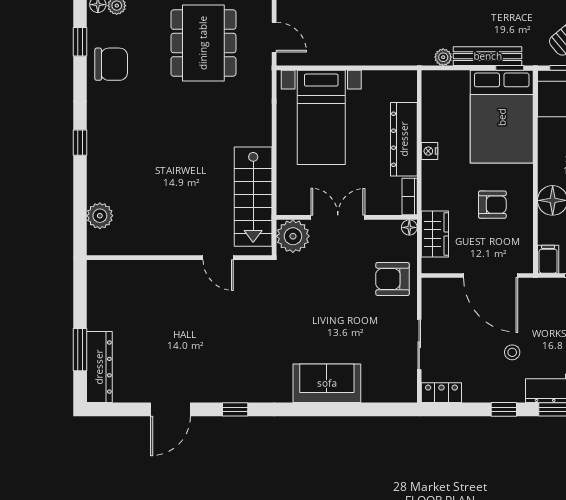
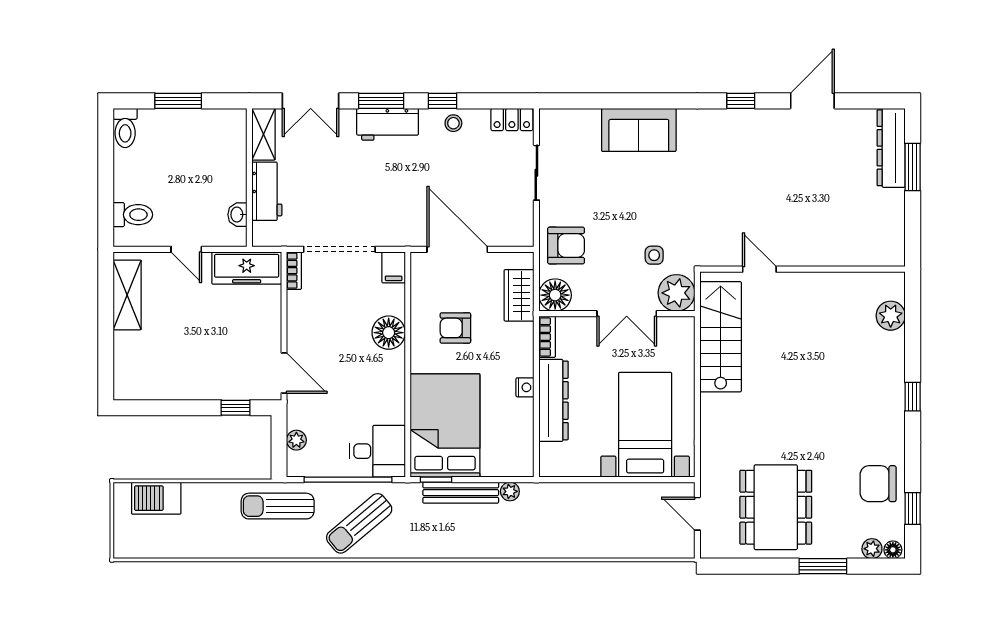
floor lamp: (409, 227) -> (555, 295), width x1.89, depth x1.89
side table: (313, 270) -> (654, 255), added
stool: (512, 352) -> (453, 123), moved

